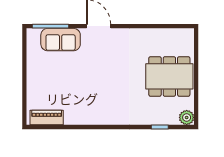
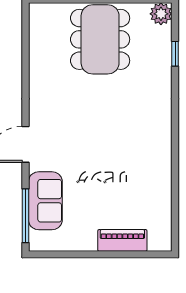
piano: (47, 118) -> (122, 240), moved, turned 90

